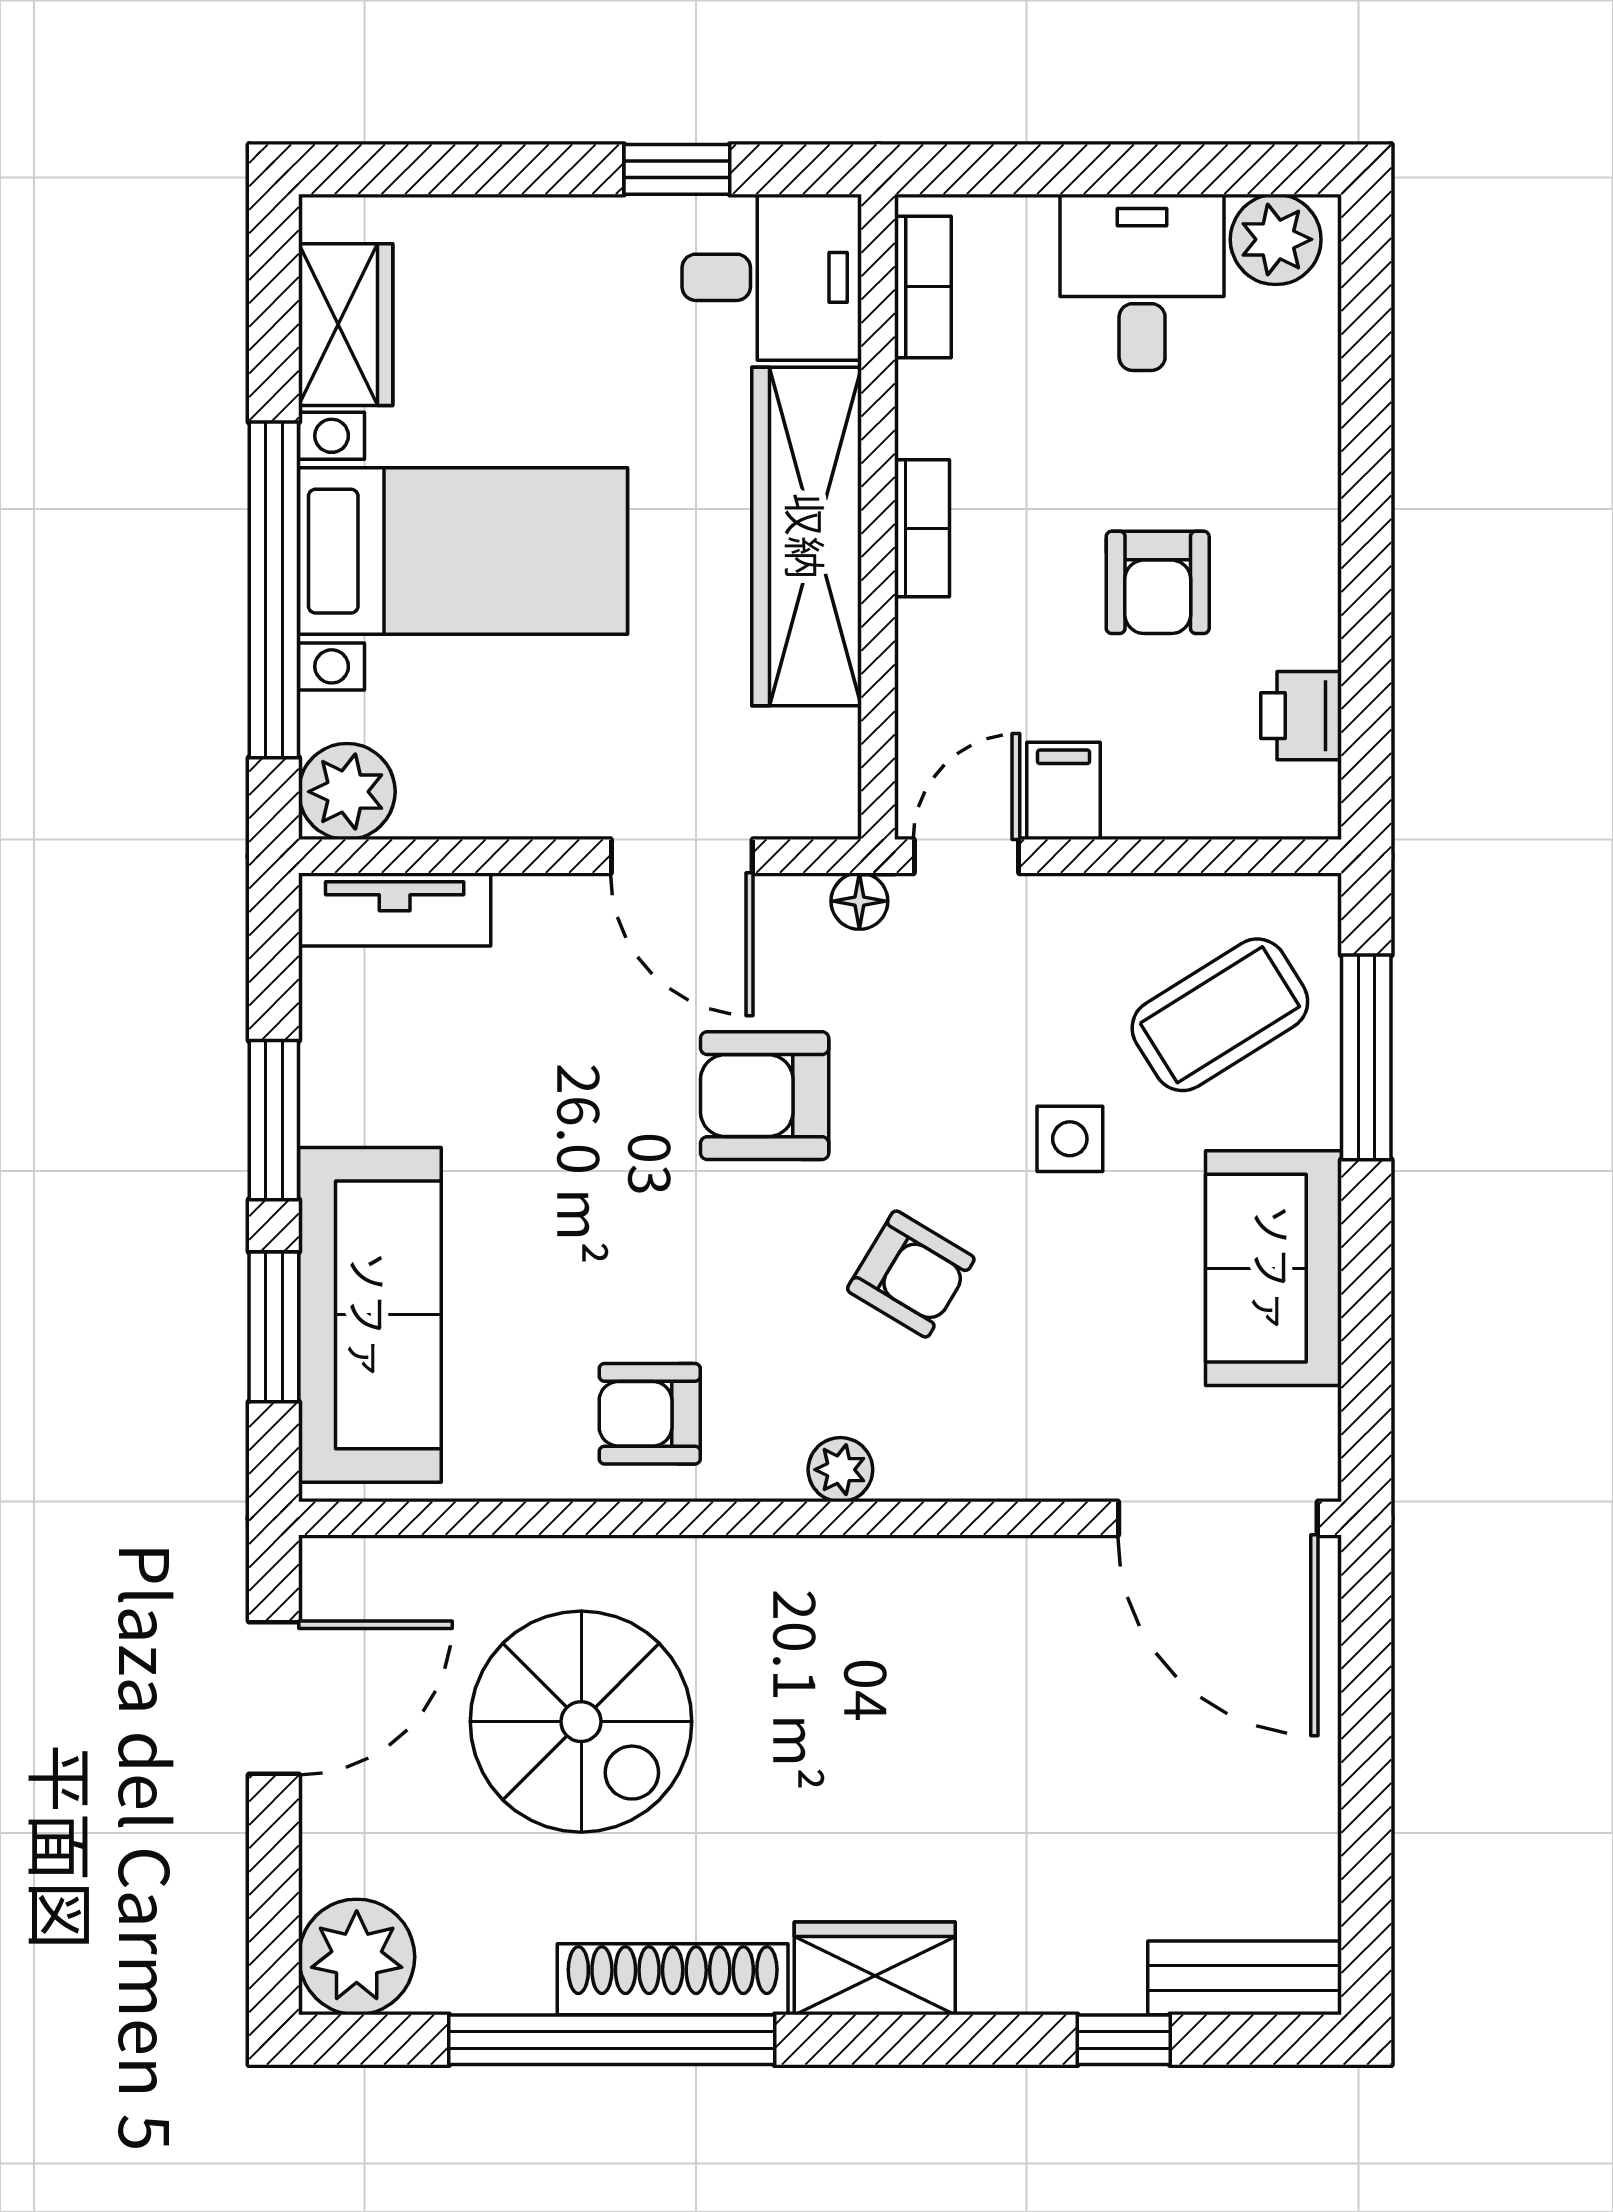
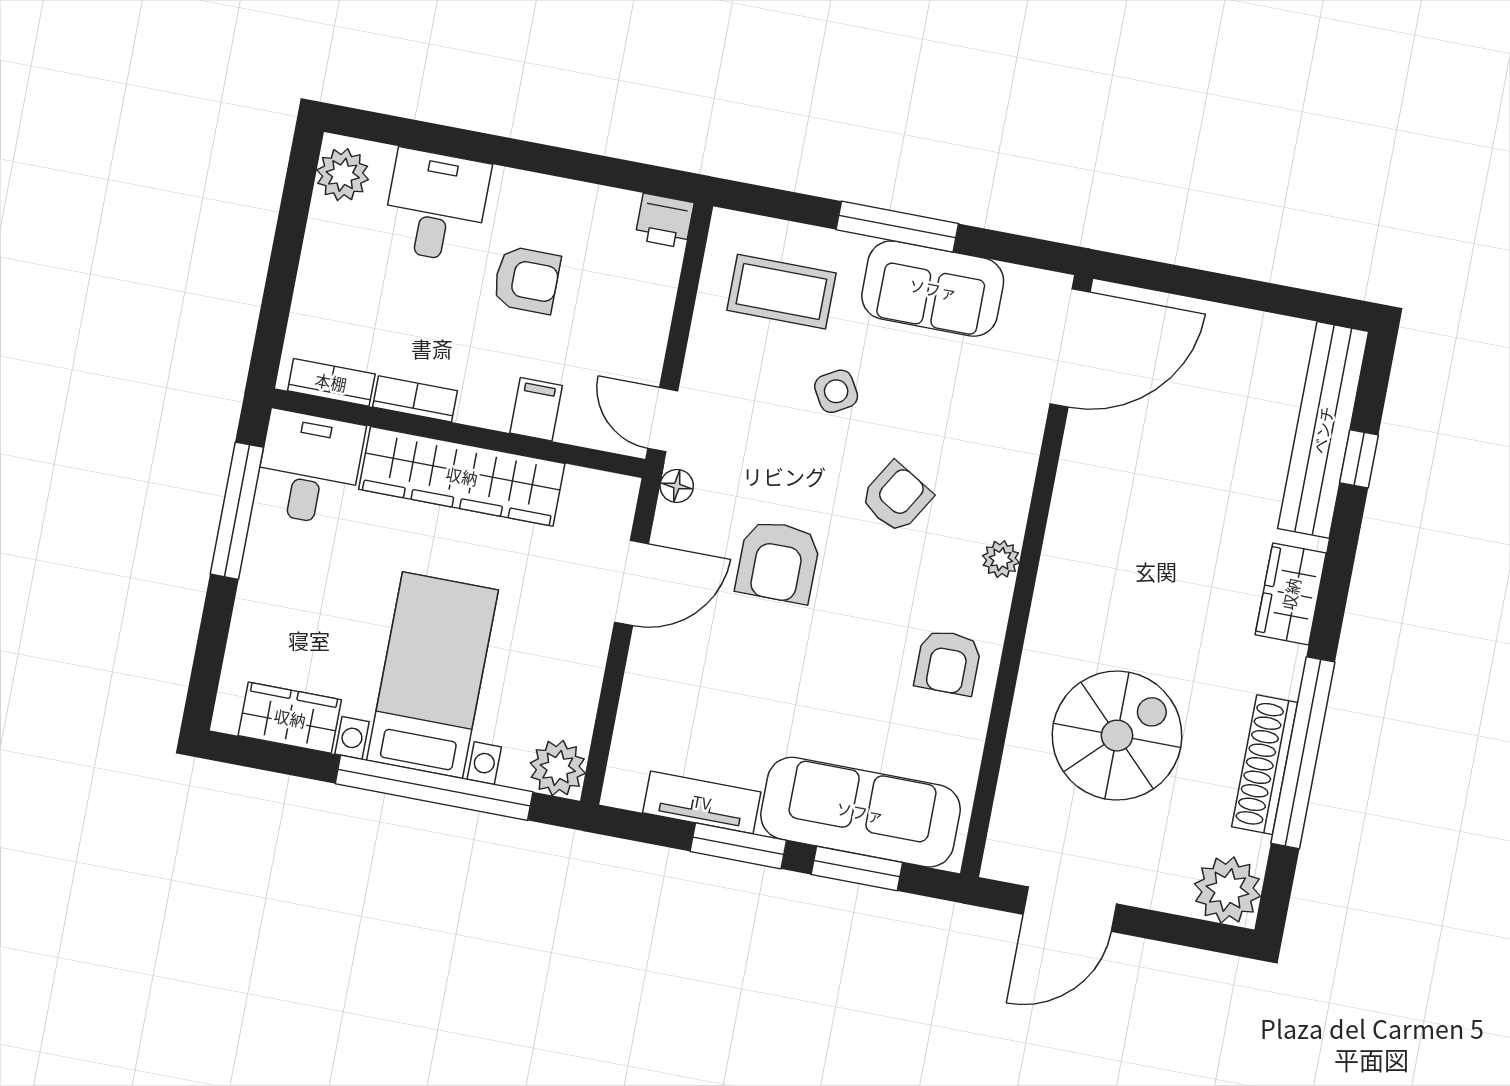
window: (677, 169) -> (237, 511), width x2.17
desk: (1142, 282) -> (436, 206), moved, turned 90
bookcase: (922, 528) -> (415, 399), moved
printer: (1301, 716) -> (664, 221), moved
filing cabinet: (1064, 791) -> (536, 409), moved, turned 90
tv unit: (395, 909) -> (702, 802), moved, turned -90
coffee table: (1220, 1015) -> (781, 292), turned -58
window: (1366, 1057) -> (897, 227), moved
side table: (1070, 1139) -> (836, 391), turned -30
door: (274, 1698) -> (1070, 909), swing flipped
bench: (1245, 1978) -> (1323, 430), width x1.86, depth x1.21
shoe rack: (673, 1979) -> (1265, 765), moved

